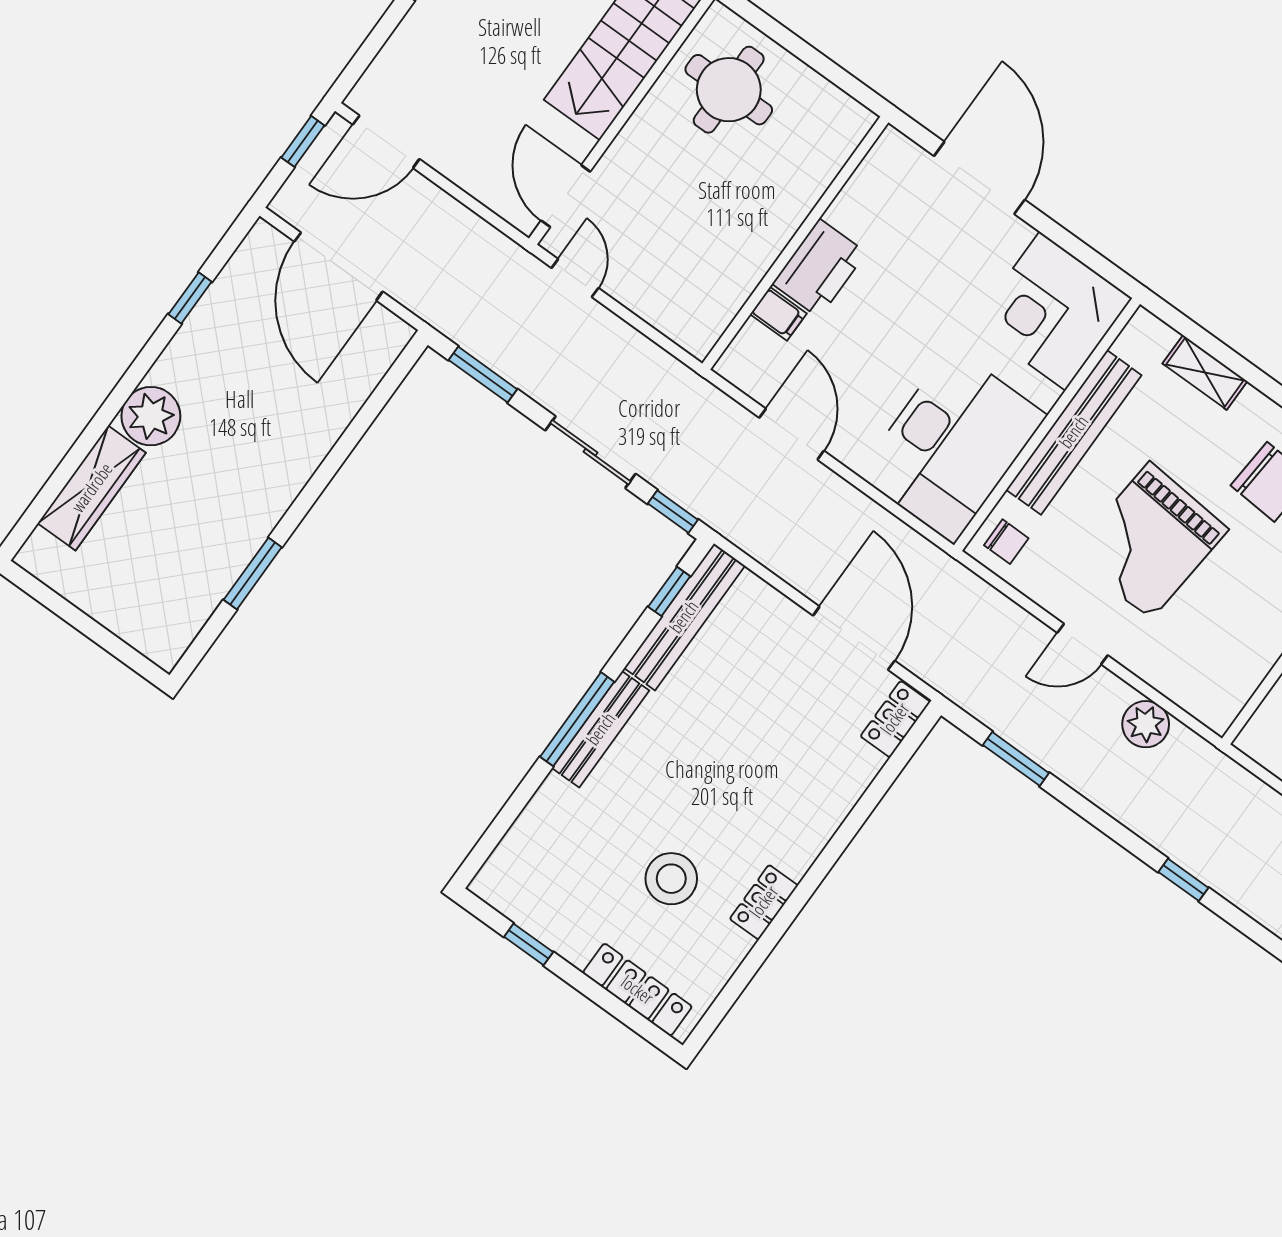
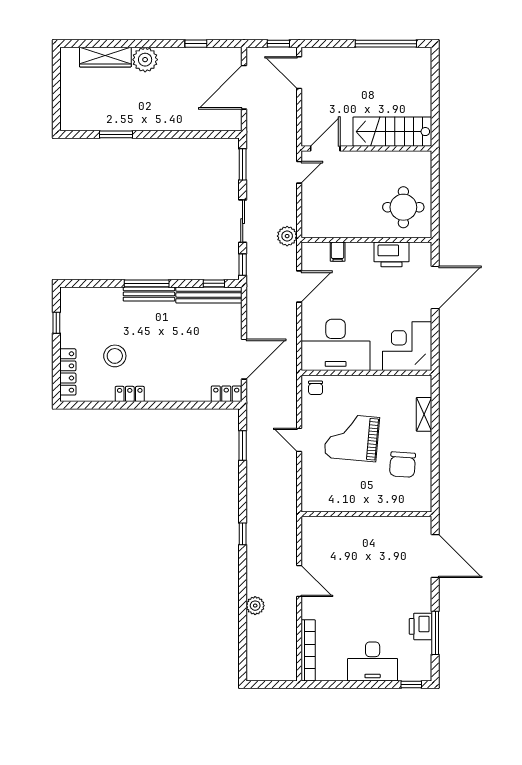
round table: (729, 90) -> (403, 207), moved
printer: (819, 268) -> (391, 254), moved
bench: (1074, 432) -> (370, 384), removed
plant: (1146, 724) -> (287, 236), moved

